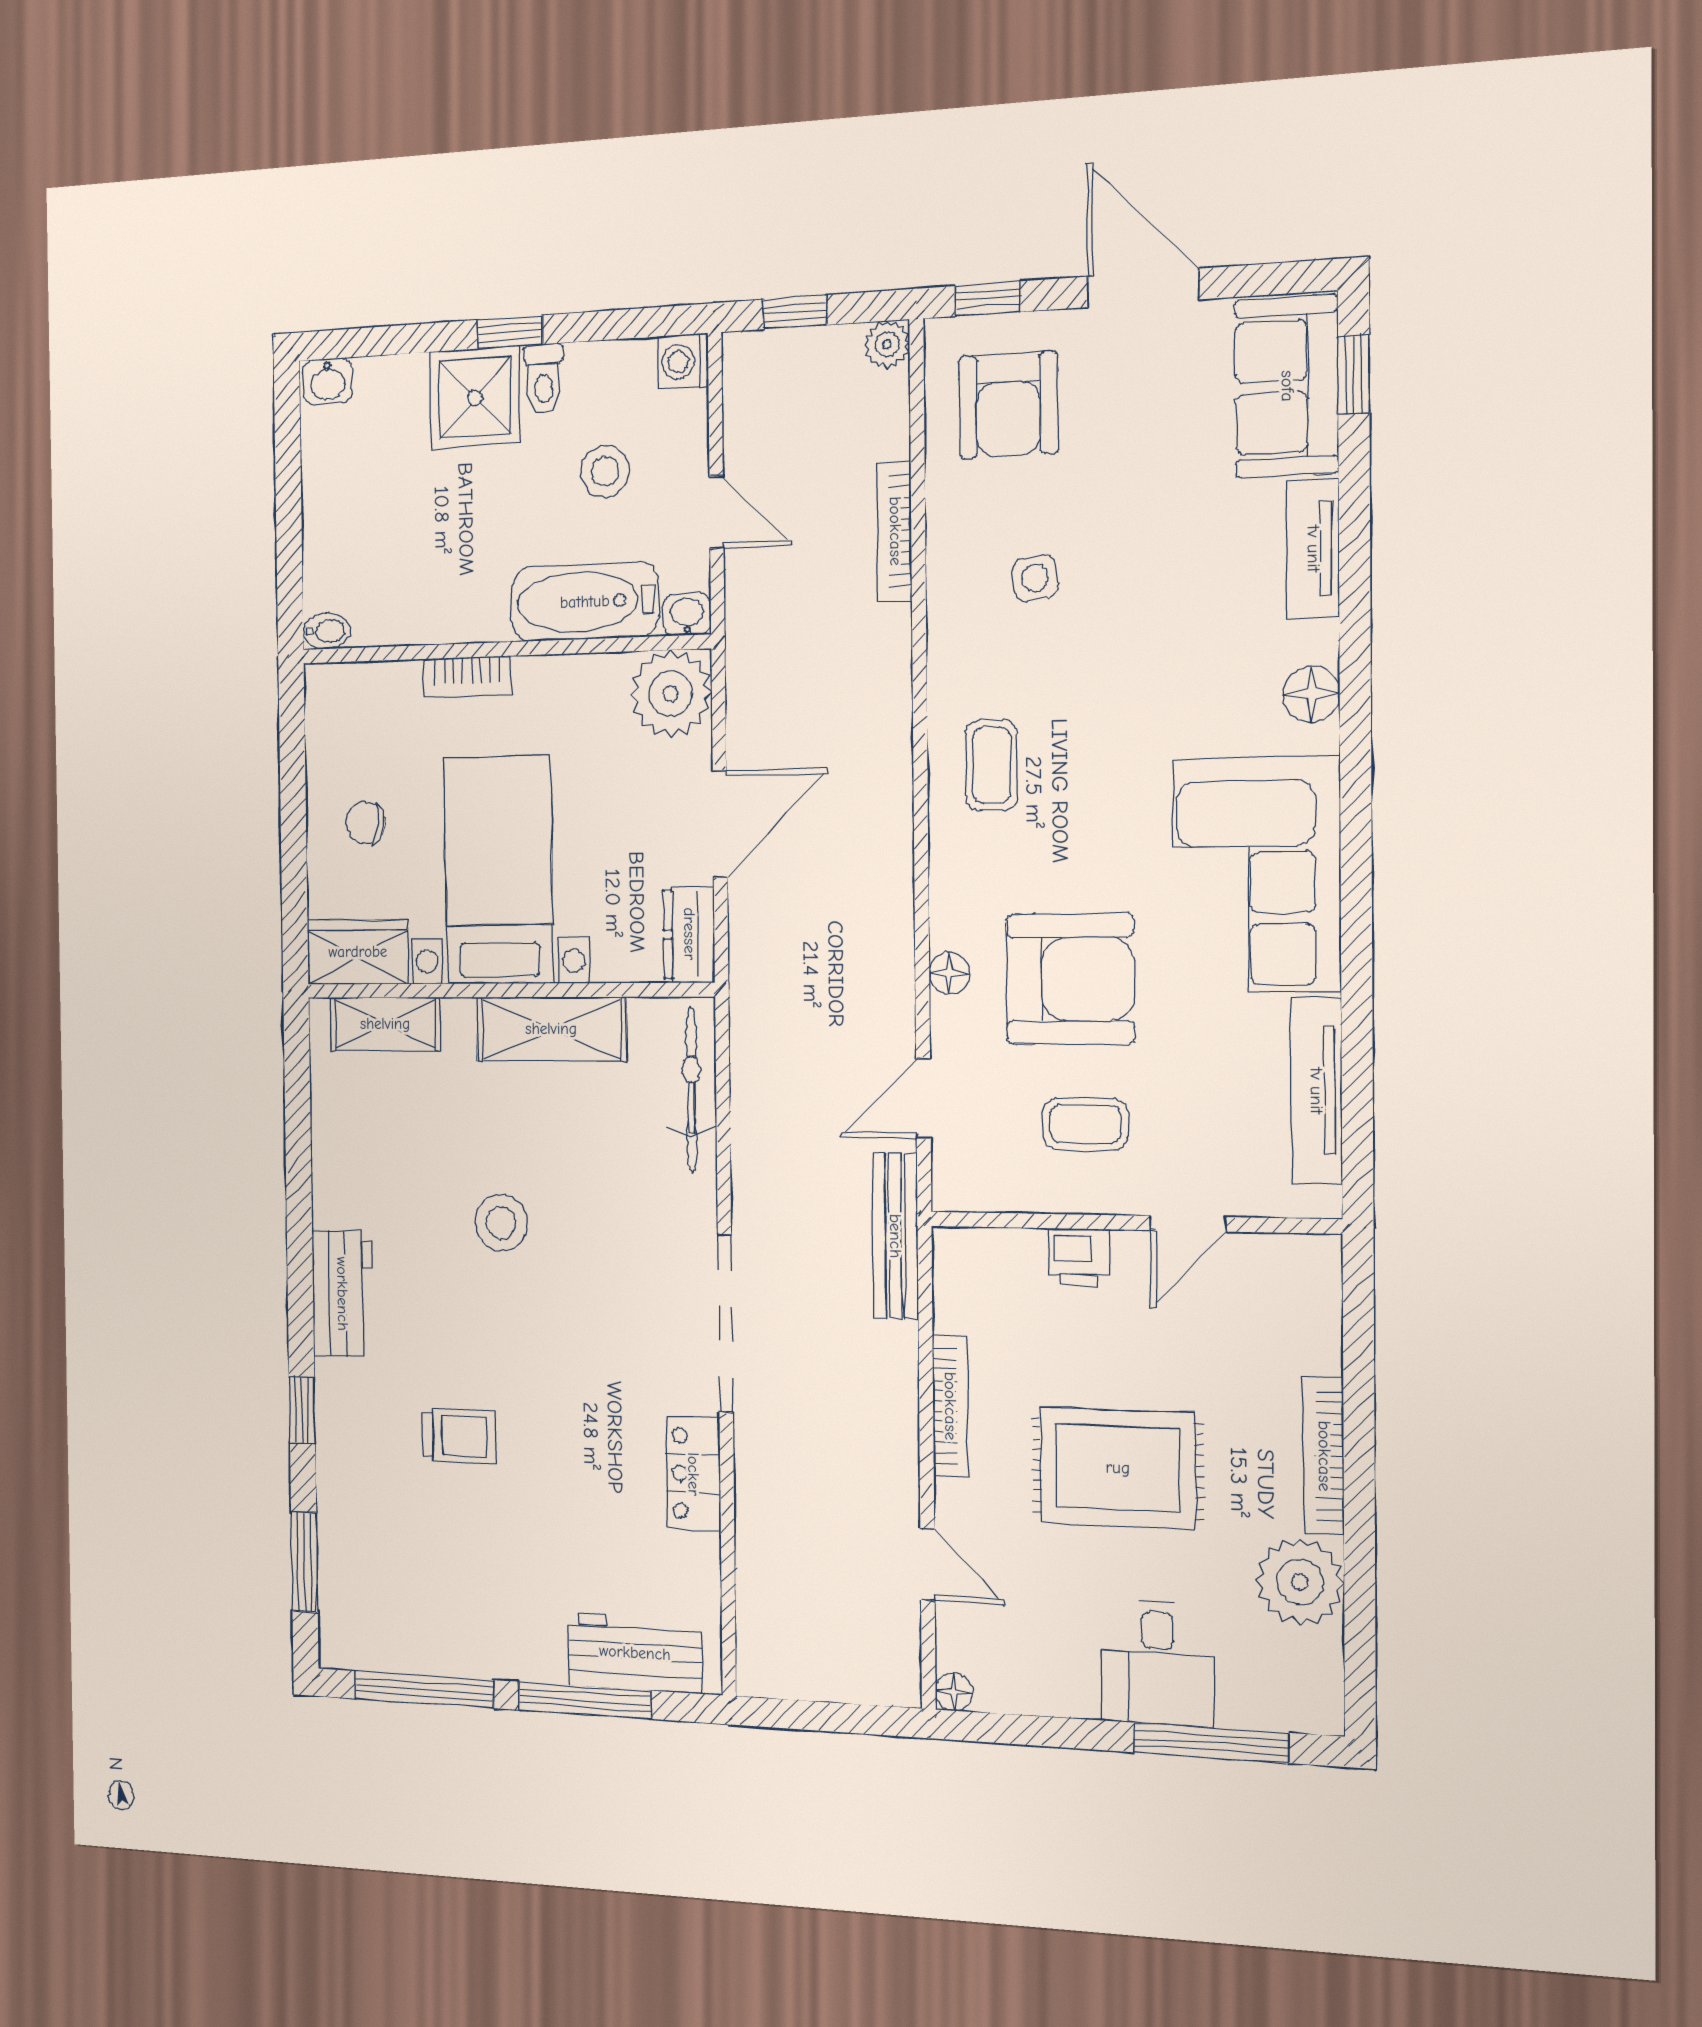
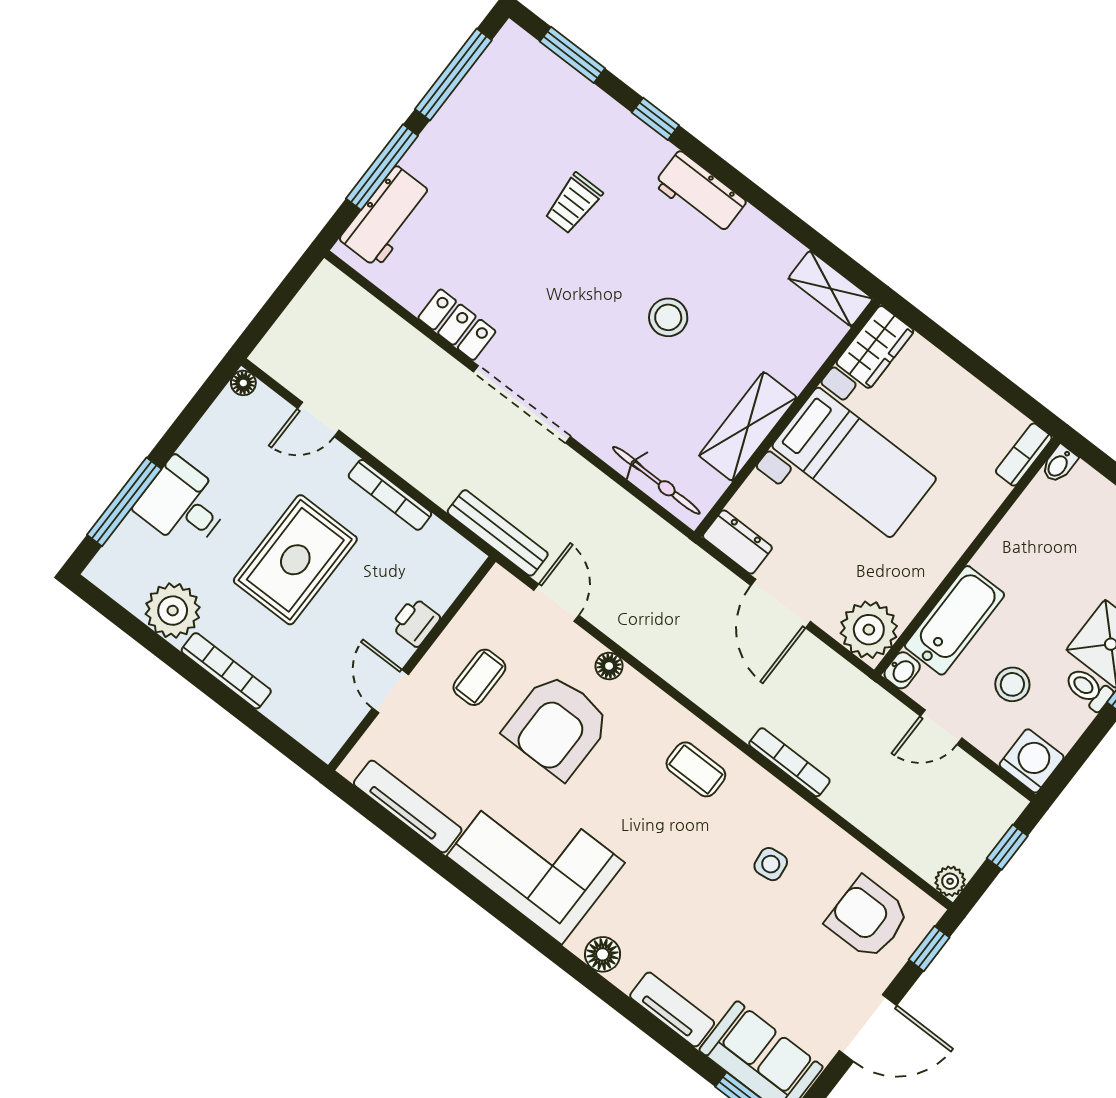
washing machine: (683, 361) -> (1032, 761), width x1.38, depth x1.38
bookcase: (895, 531) -> (789, 762), moved
bookcase: (467, 676) -> (1024, 455), moved
chair: (366, 823) -> (940, 406), removed
shelving: (385, 1024) -> (831, 288), moved, turned 90

